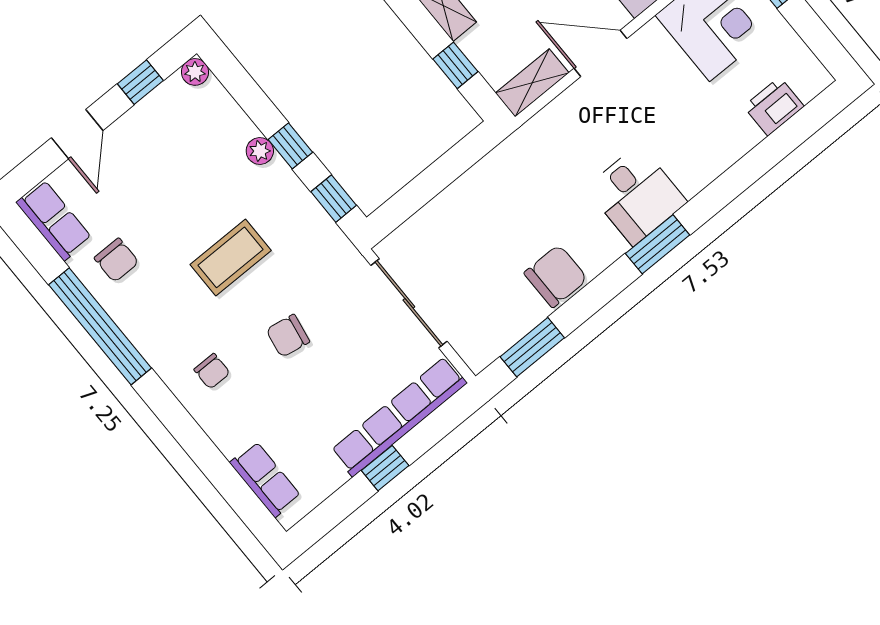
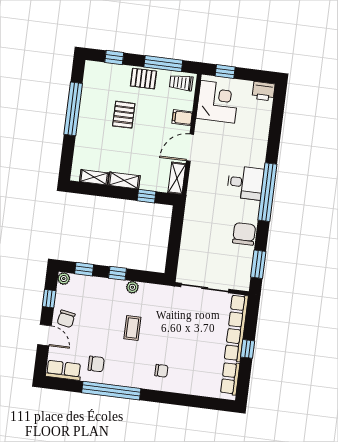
printer: (774, 106) -> (264, 91), moved, turned -90
plant: (260, 151) -> (132, 287), moved
window: (334, 199) -> (84, 269), moved
window: (658, 244) -> (267, 192), width x2.11
coffee table: (231, 257) -> (132, 328), width x0.73, depth x0.77
chair: (288, 336) -> (66, 319), moved
row of seats: (265, 479) -> (230, 378), moved, turned -90

